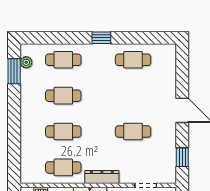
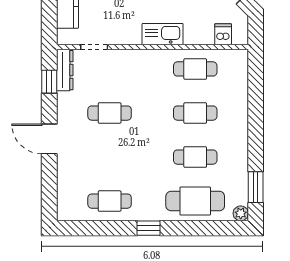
cafe table: (63, 60) -> (195, 201), width x1.37, depth x1.35
plant: (26, 62) -> (241, 213), moved
dresser: (102, 177) -> (65, 70), moved, turned -90

